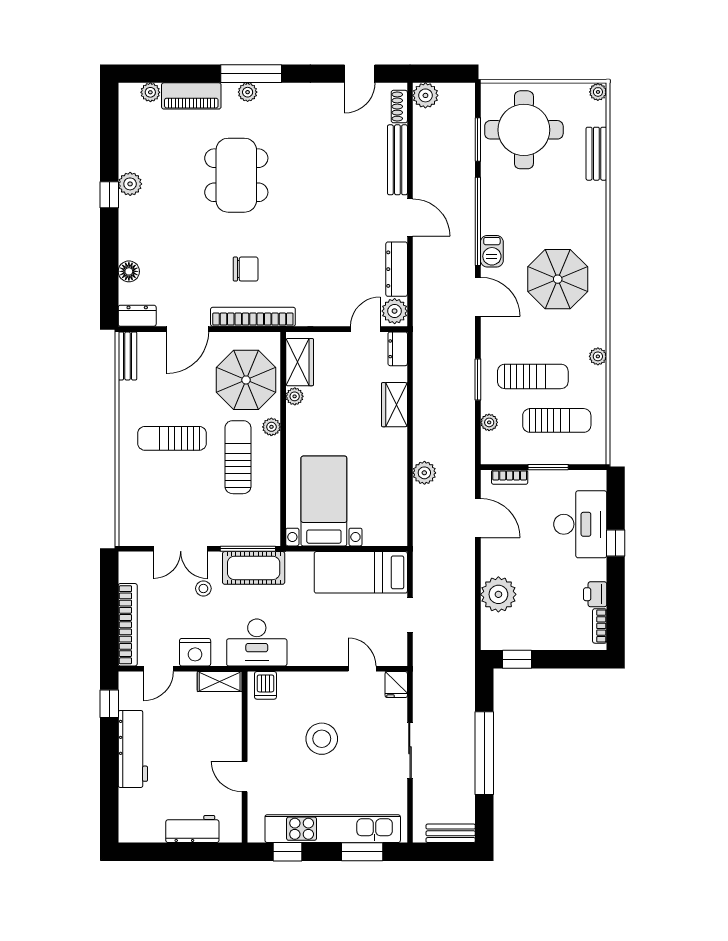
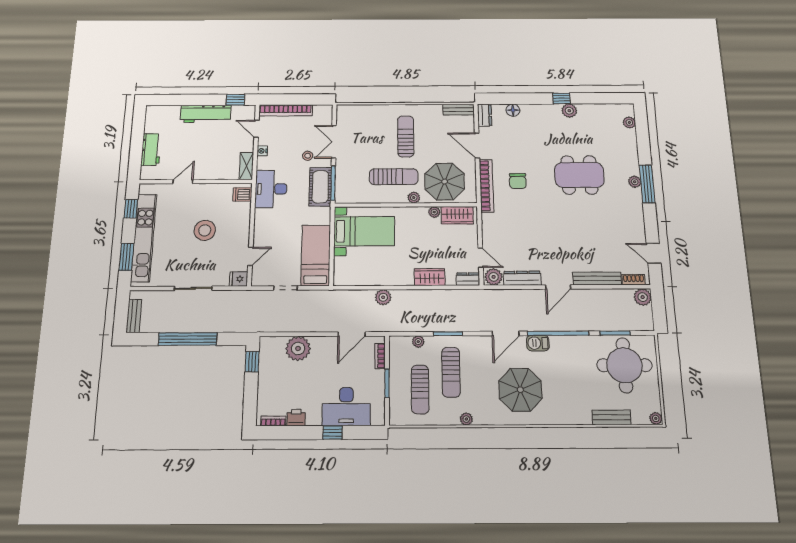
piano: (191, 96) -> (629, 147), removed
nightstand: (195, 652) -> (262, 151), width x0.53, depth x0.56

